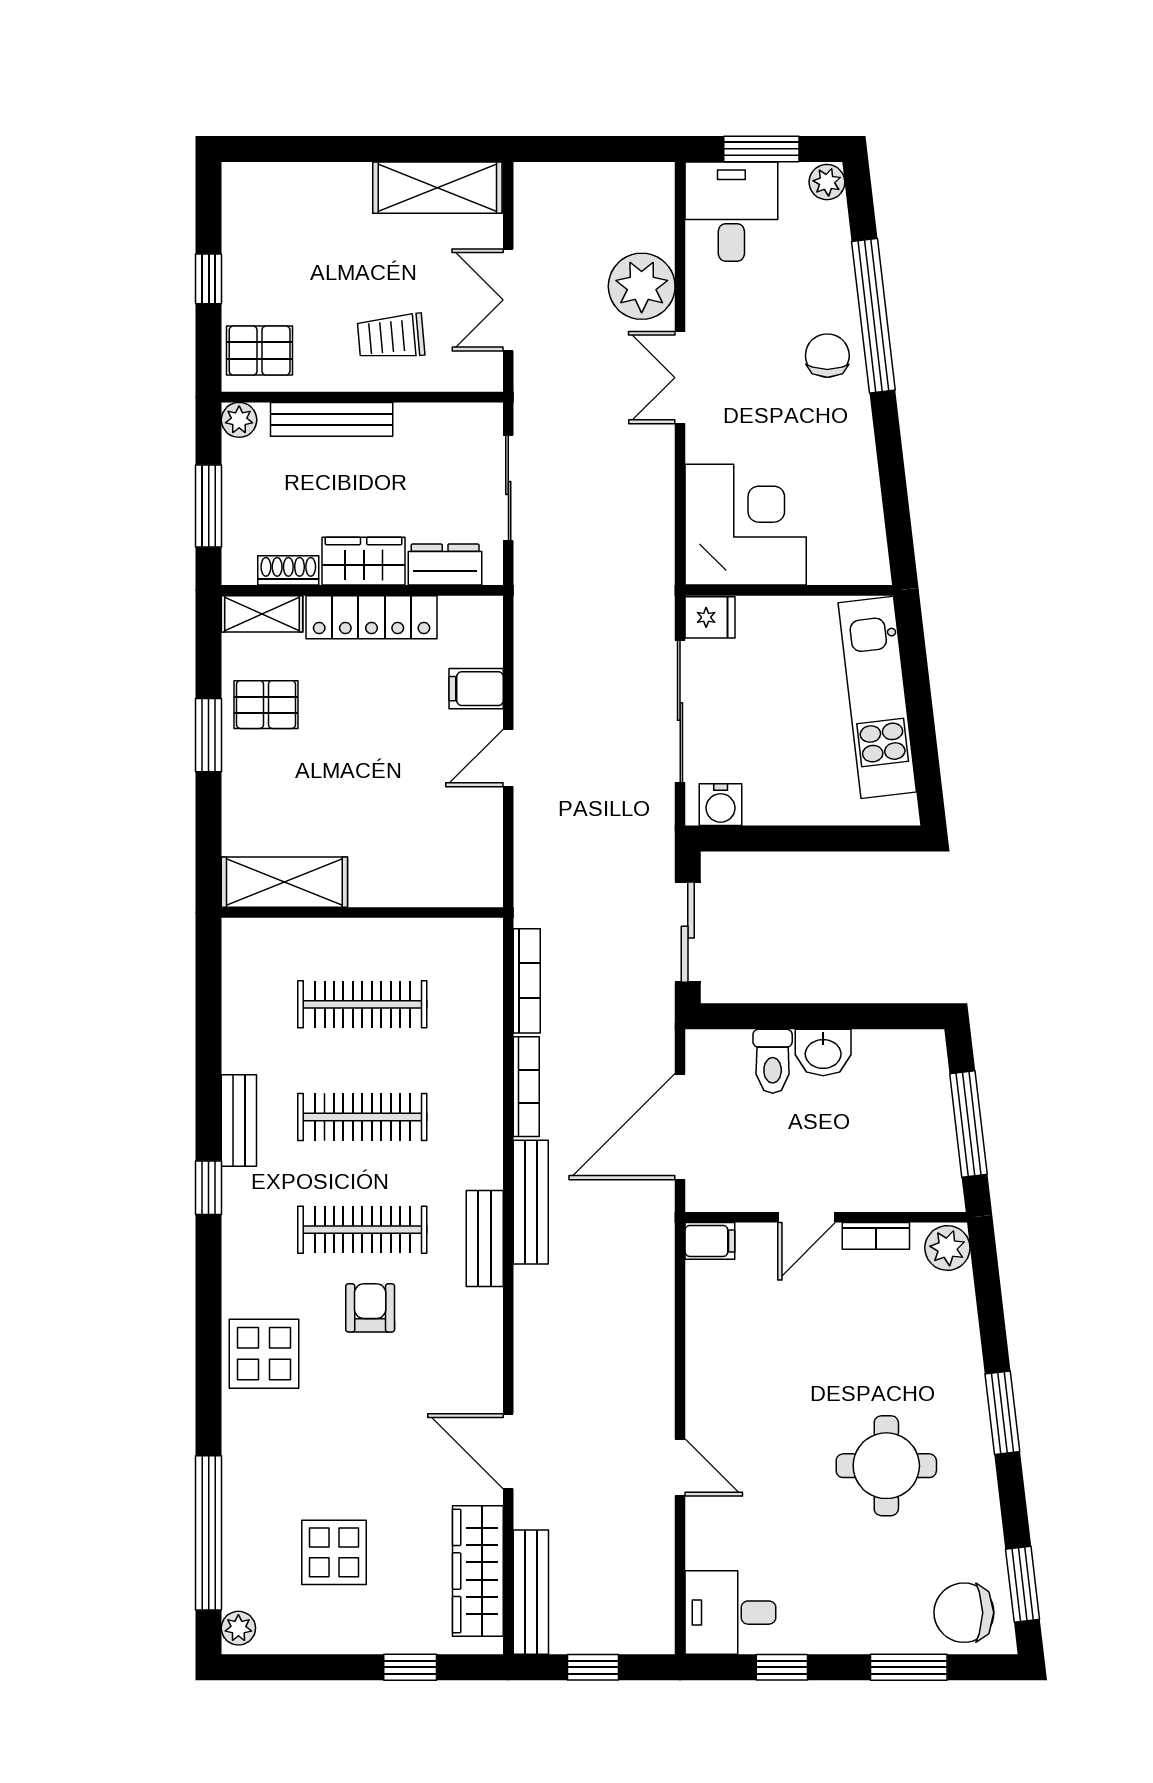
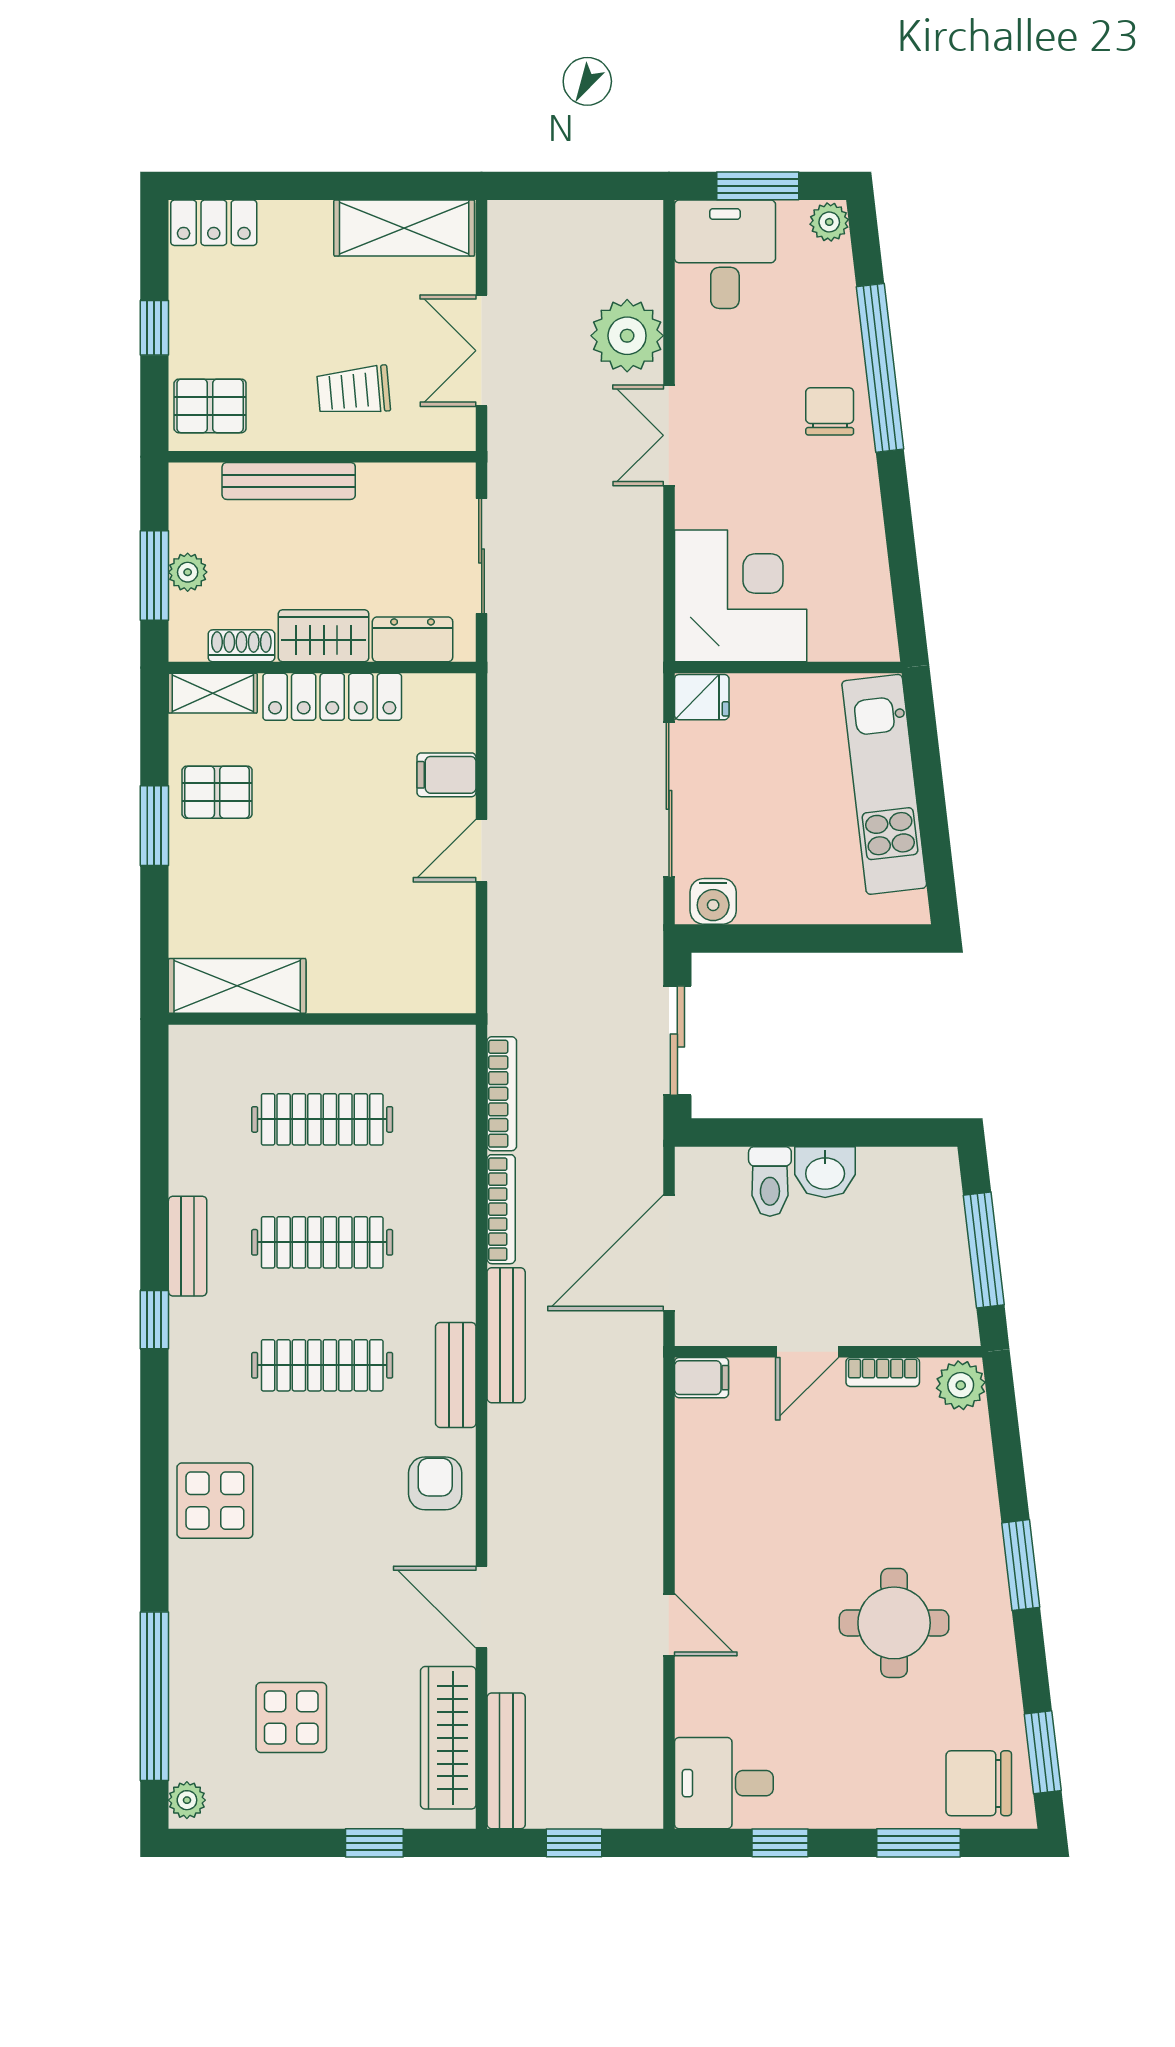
locker: (263, 183) -> (214, 223), added
plant: (239, 420) -> (188, 572), moved
armchair: (370, 1308) -> (435, 1483), moved

